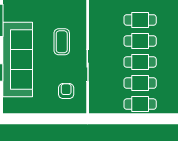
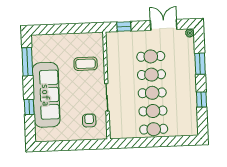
coffee table: (62, 42) -> (86, 64), moved, turned 90

